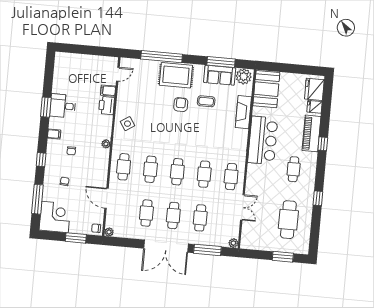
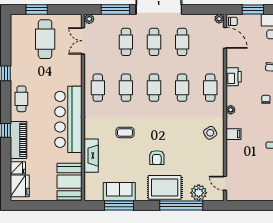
door: (118, 74) -> (225, 183), hinge flipped
plant: (244, 76) -> (199, 193), moved
filing cabinet: (108, 91) -> (233, 134), moved
coffee table: (206, 101) -> (125, 132), moved
printer: (107, 105) -> (234, 77), moved
bar counter: (263, 140) -> (68, 119), width x1.36
cafe table: (294, 169) -> (21, 99), moved
door: (106, 198) -> (225, 38), moved
double door: (242, 207) -> (83, 41), moved
cafe table: (288, 220) -> (45, 39), moved

